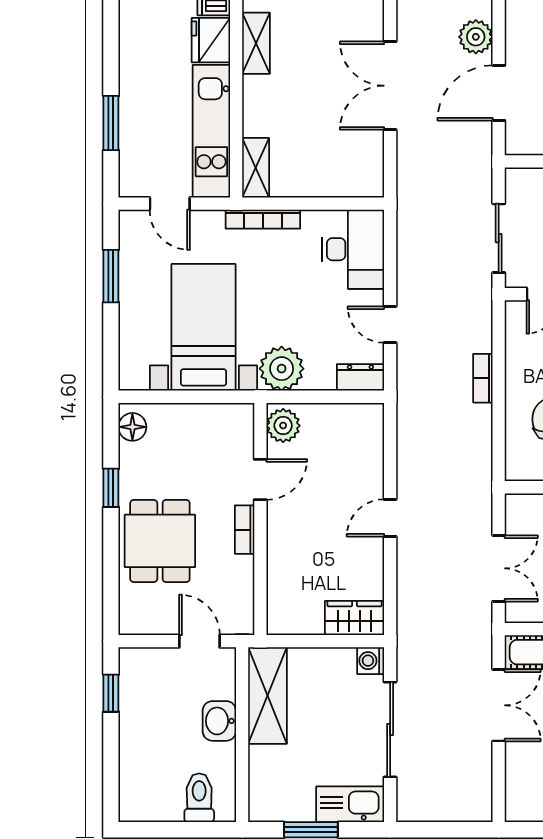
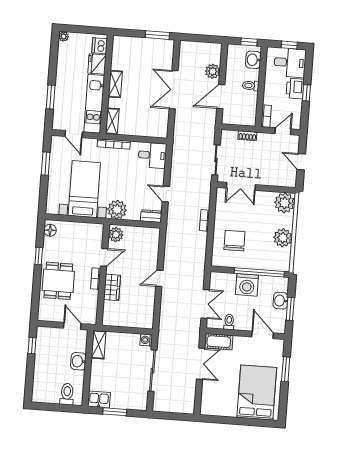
shelving: (256, 43) -> (115, 84), moved
desk: (353, 249) -> (152, 155), width x0.73
wardrobe: (354, 618) -> (112, 287), moved, turned 90
shelving: (268, 696) -> (99, 345), width x0.67, depth x0.75
kitchen sink: (350, 804) -> (99, 399), moved, width x0.73

